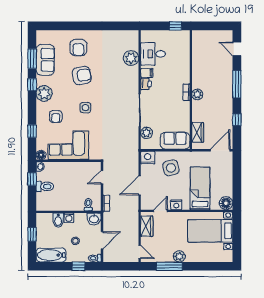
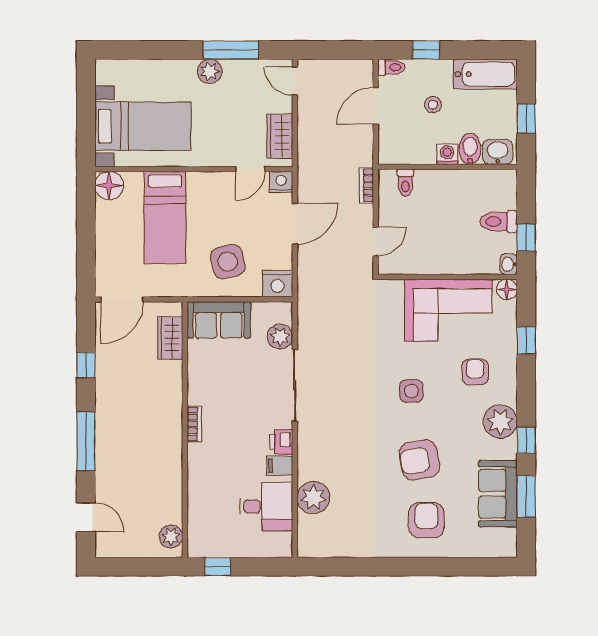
plant: (197, 94) -> (171, 537), moved
nightstand: (176, 205) -> (281, 182), moved
washbasin: (94, 219) -> (498, 152), moved

